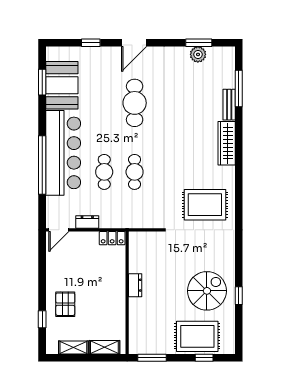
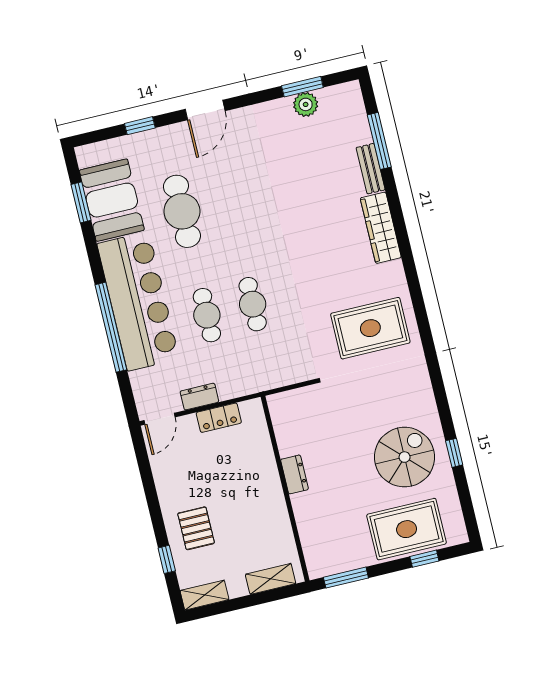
cafe table: (135, 103) -> (182, 211), moved
locker: (112, 238) -> (219, 418), moved
shelving: (73, 347) -> (205, 595), moved

